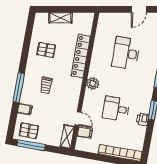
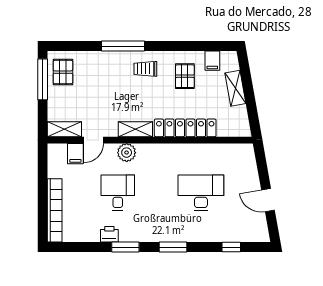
plant: (93, 83) -> (127, 153), moved
trolley: (46, 85) -> (145, 69), moved
shelving: (76, 89) -> (135, 129), added
filing cabinet: (25, 109) -> (212, 61), moved

